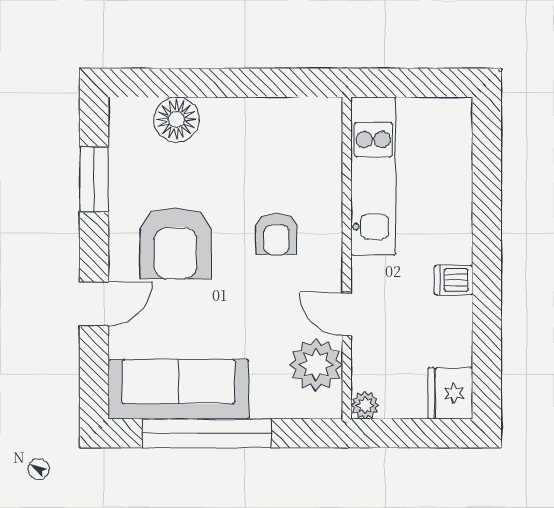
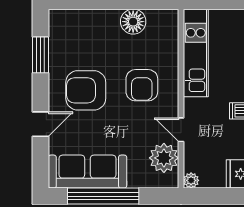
floor lamp: (176, 119) -> (133, 22), moved
armchair: (276, 234) -> (142, 85), width x1.38, depth x1.38
armchair: (175, 243) -> (86, 90), turned 90

